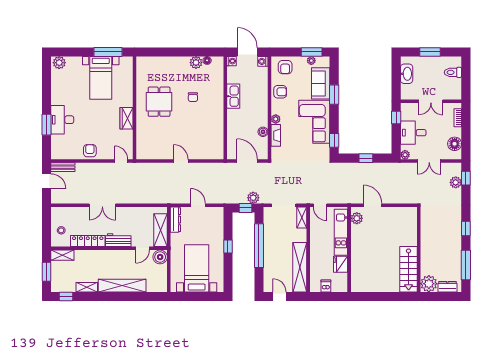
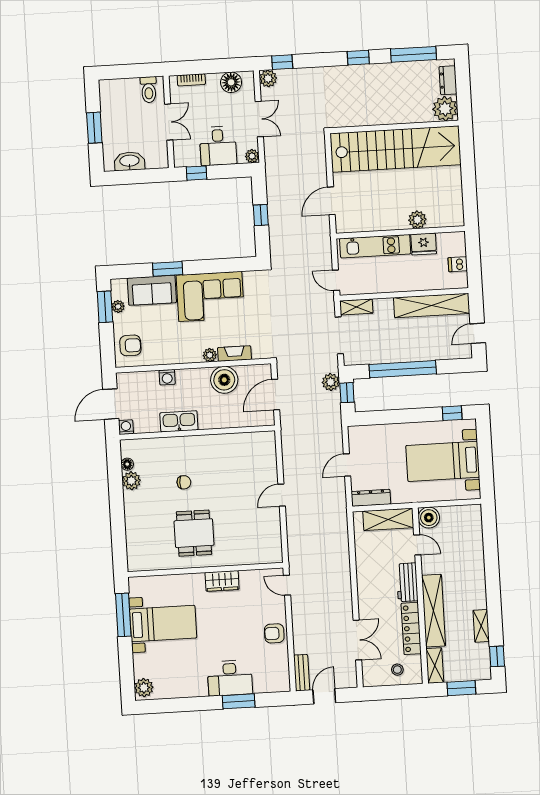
washing machine: (263, 61) -> (167, 377), moved
toilet: (453, 72) -> (149, 90), moved
armchair: (280, 92) -> (168, 351), removed
dining table: (159, 102) -> (194, 533), turned 90
boiler: (263, 132) -> (224, 380), width x1.86, depth x1.86
window: (334, 140) -> (237, 265), removed
door: (121, 161) -> (287, 585), hinge flipped
plant: (456, 182) -> (268, 78), moved
double door: (102, 205) -> (357, 640), moved
door: (320, 205) -> (336, 280), swing flipped
plant: (357, 218) -> (417, 220), moved
window: (228, 247) -> (452, 413), moved
stairs: (409, 269) -> (396, 149), width x1.86, depth x1.51
shelving: (122, 286) -> (434, 611), moved

